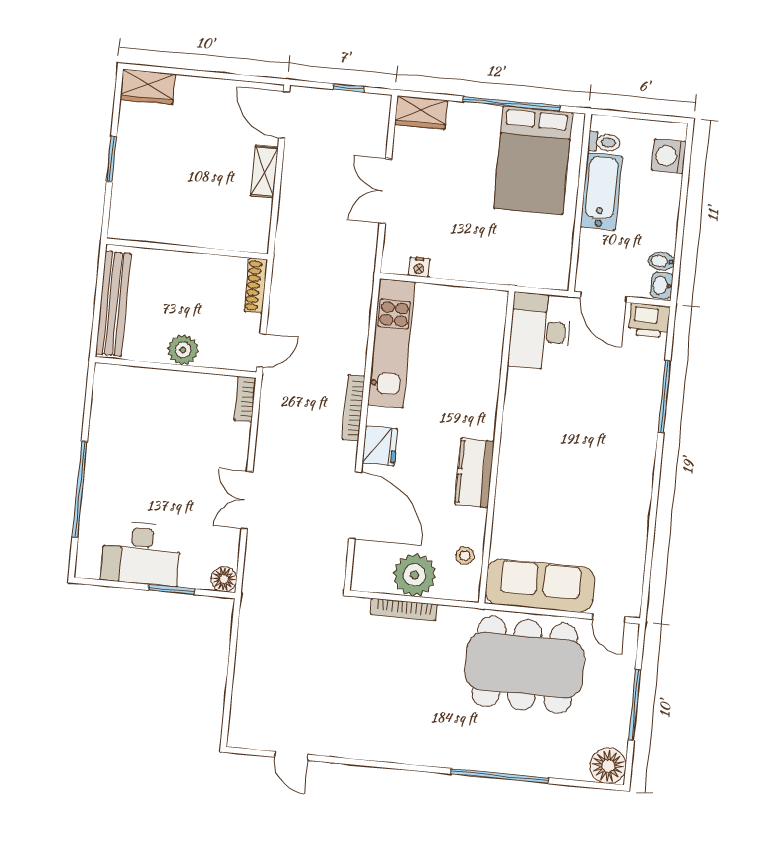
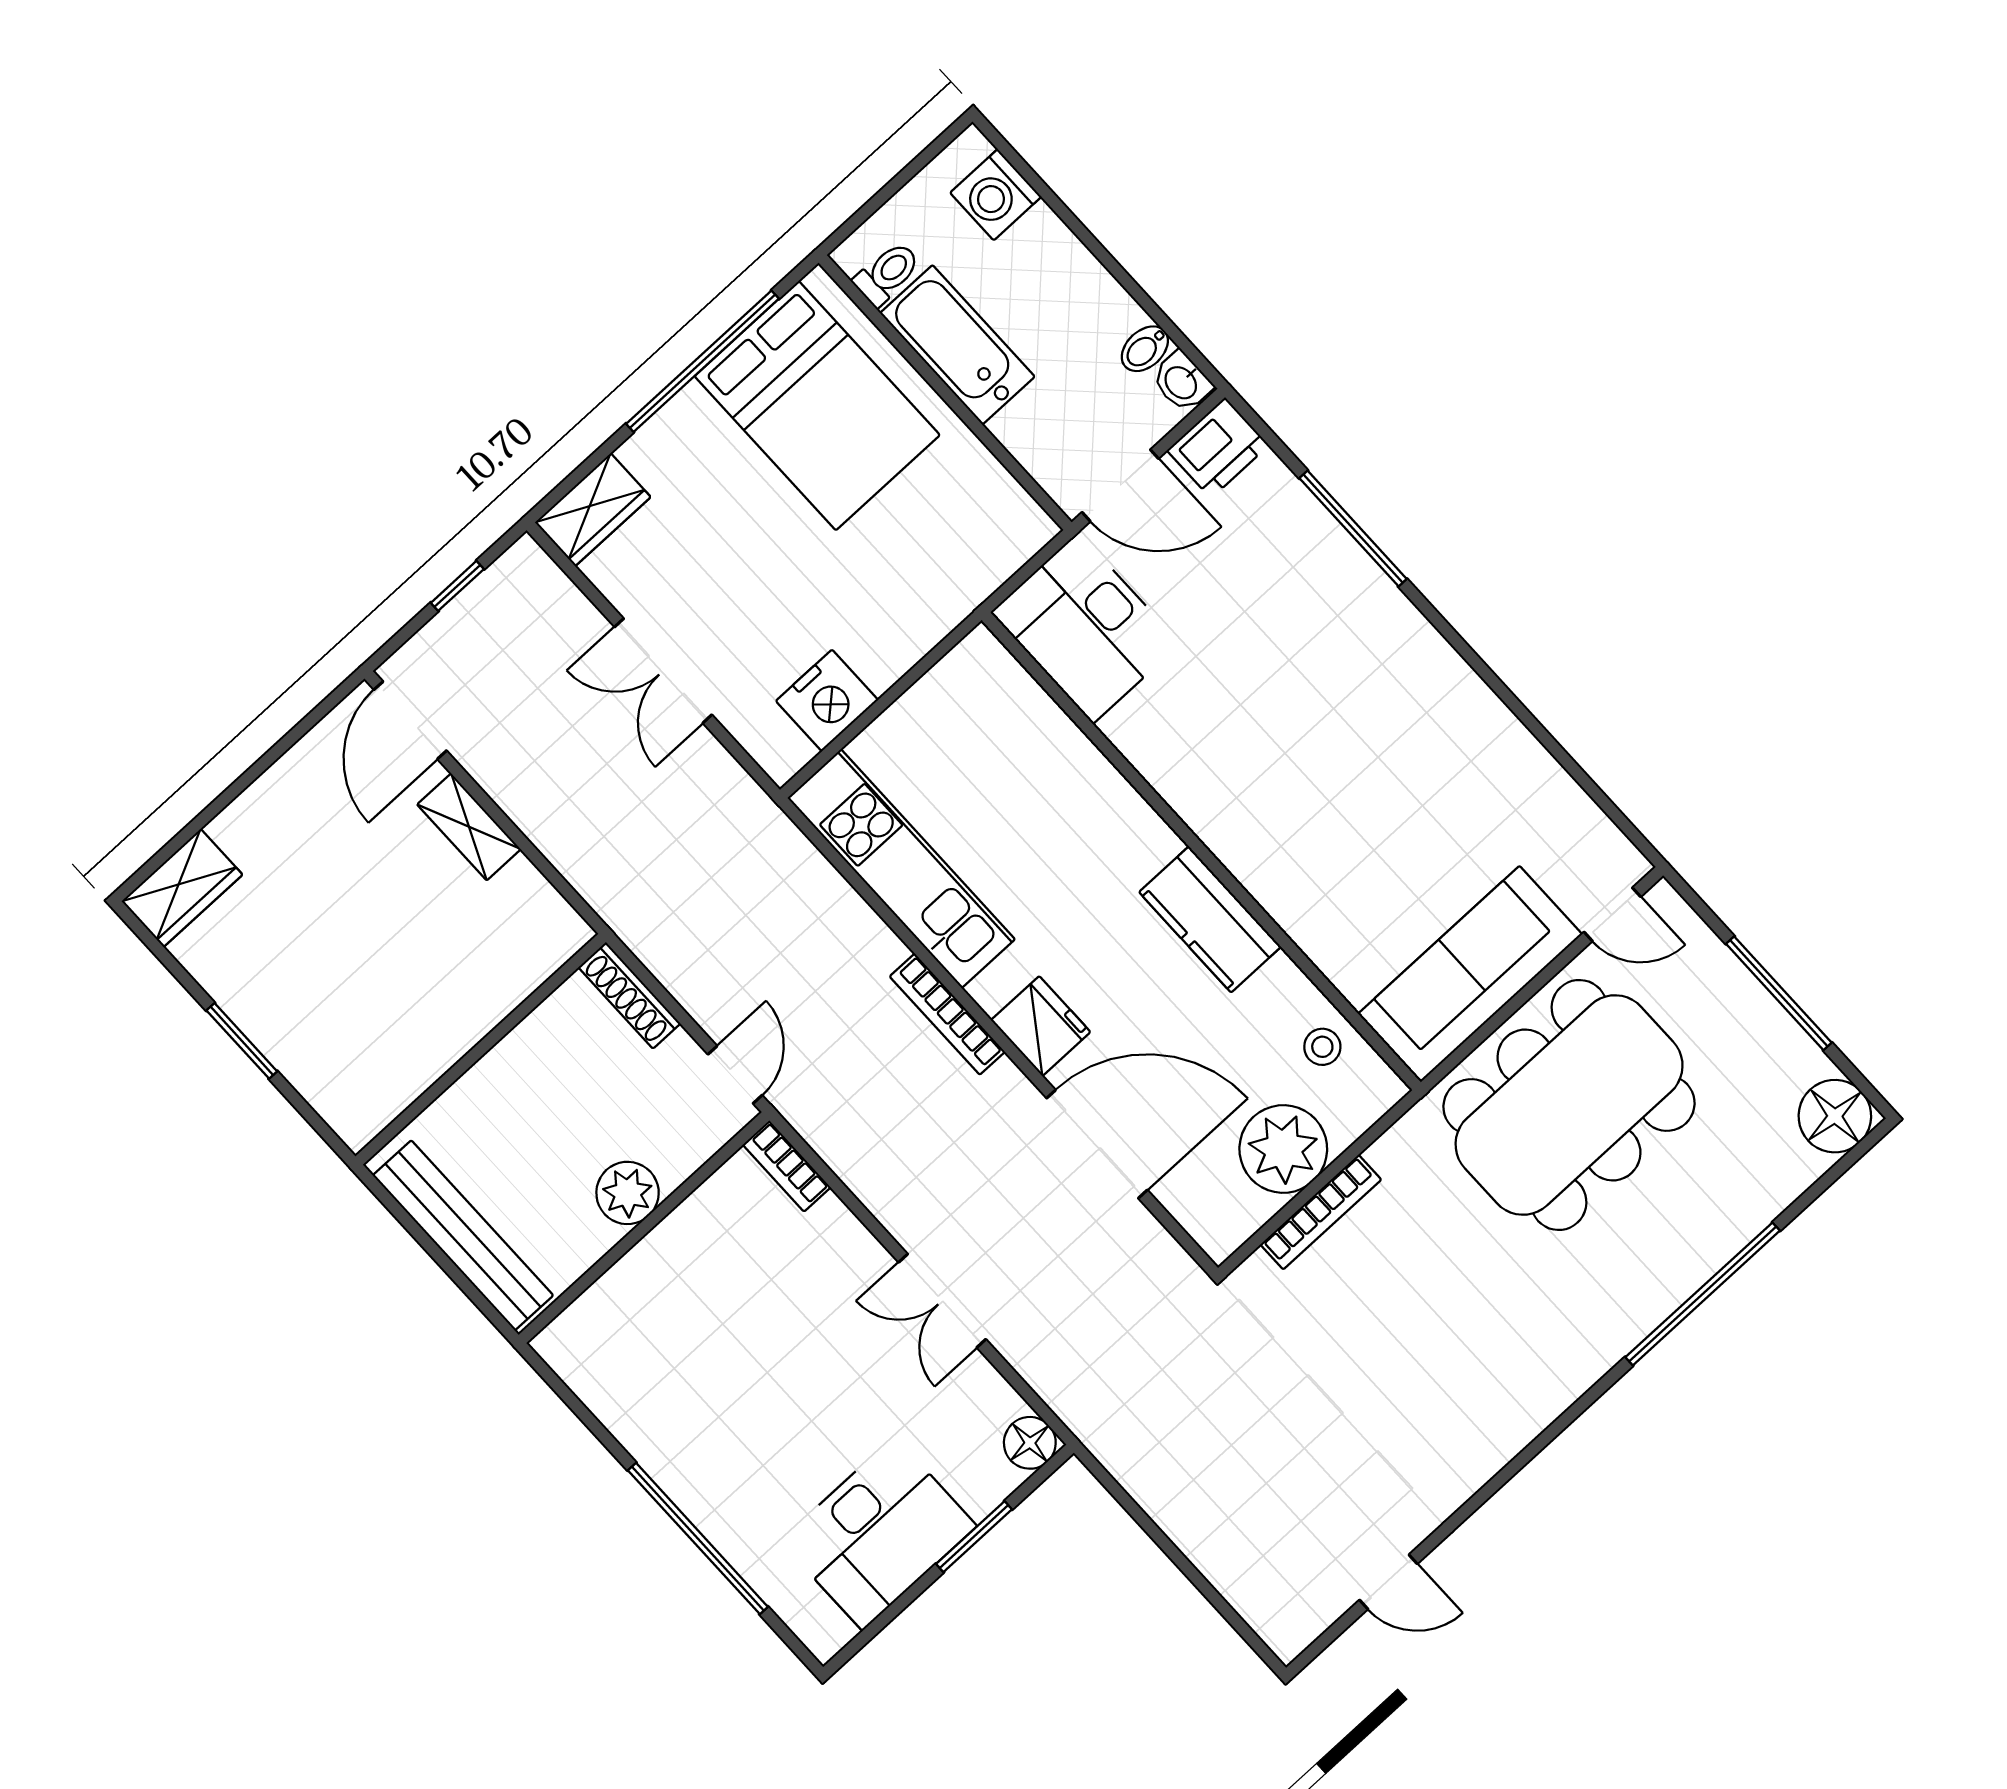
door: (284, 115) -> (410, 720), hinge flipped
nightstand: (419, 267) -> (827, 700), width x1.89, depth x1.79

